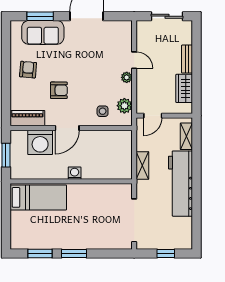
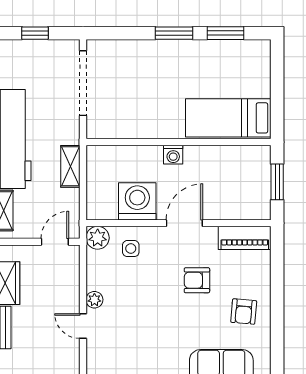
plant: (124, 106) -> (98, 238), moved
washing machine: (40, 142) -> (137, 201), moved

